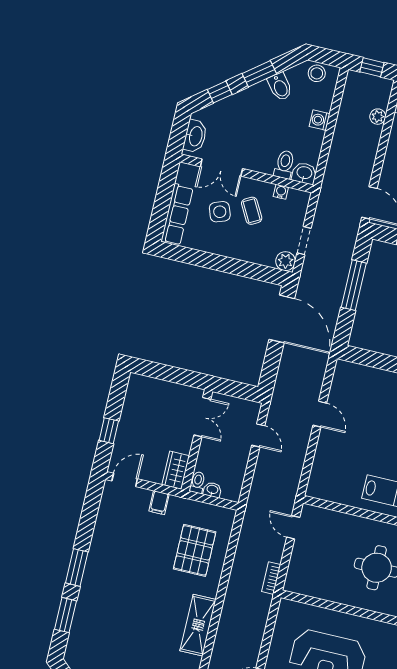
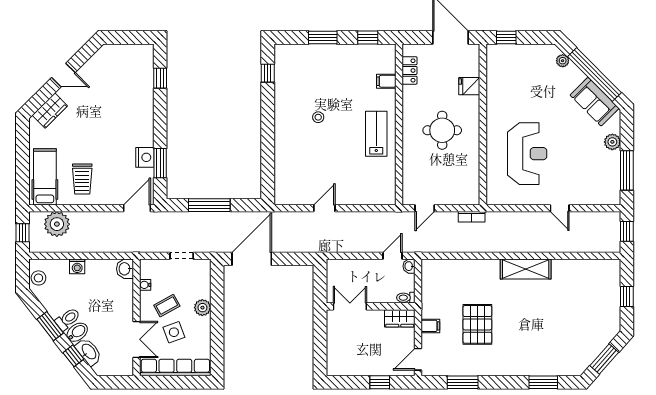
bidet: (280, 87) -> (77, 332), moved
plant: (378, 117) -> (57, 224), width x1.88, depth x1.88
washbasin: (195, 136) -> (89, 352), moved, turned 52
toilet: (284, 164) -> (68, 319), moved, turned 142
row of seats: (177, 215) -> (175, 368), width x1.36
plant: (286, 261) -> (202, 308), moved
door: (258, 435) -> (393, 256), moved
door: (125, 480) -> (418, 359), hinge flipped
washbasin: (212, 490) -> (409, 266), moved
pallet: (195, 550) -> (477, 324), moved, turned 90
window: (77, 567) -> (463, 382), moved

